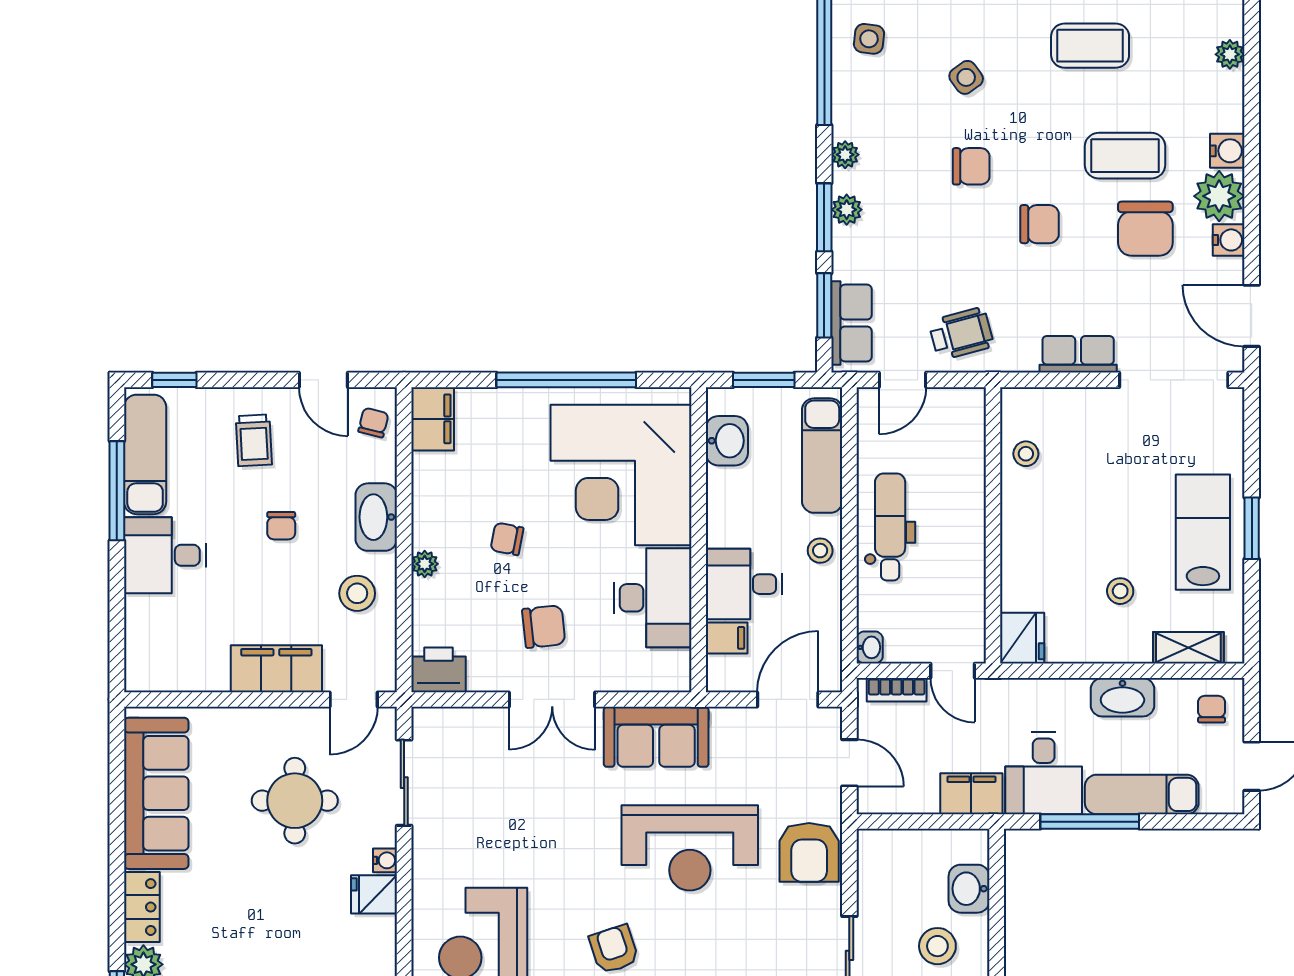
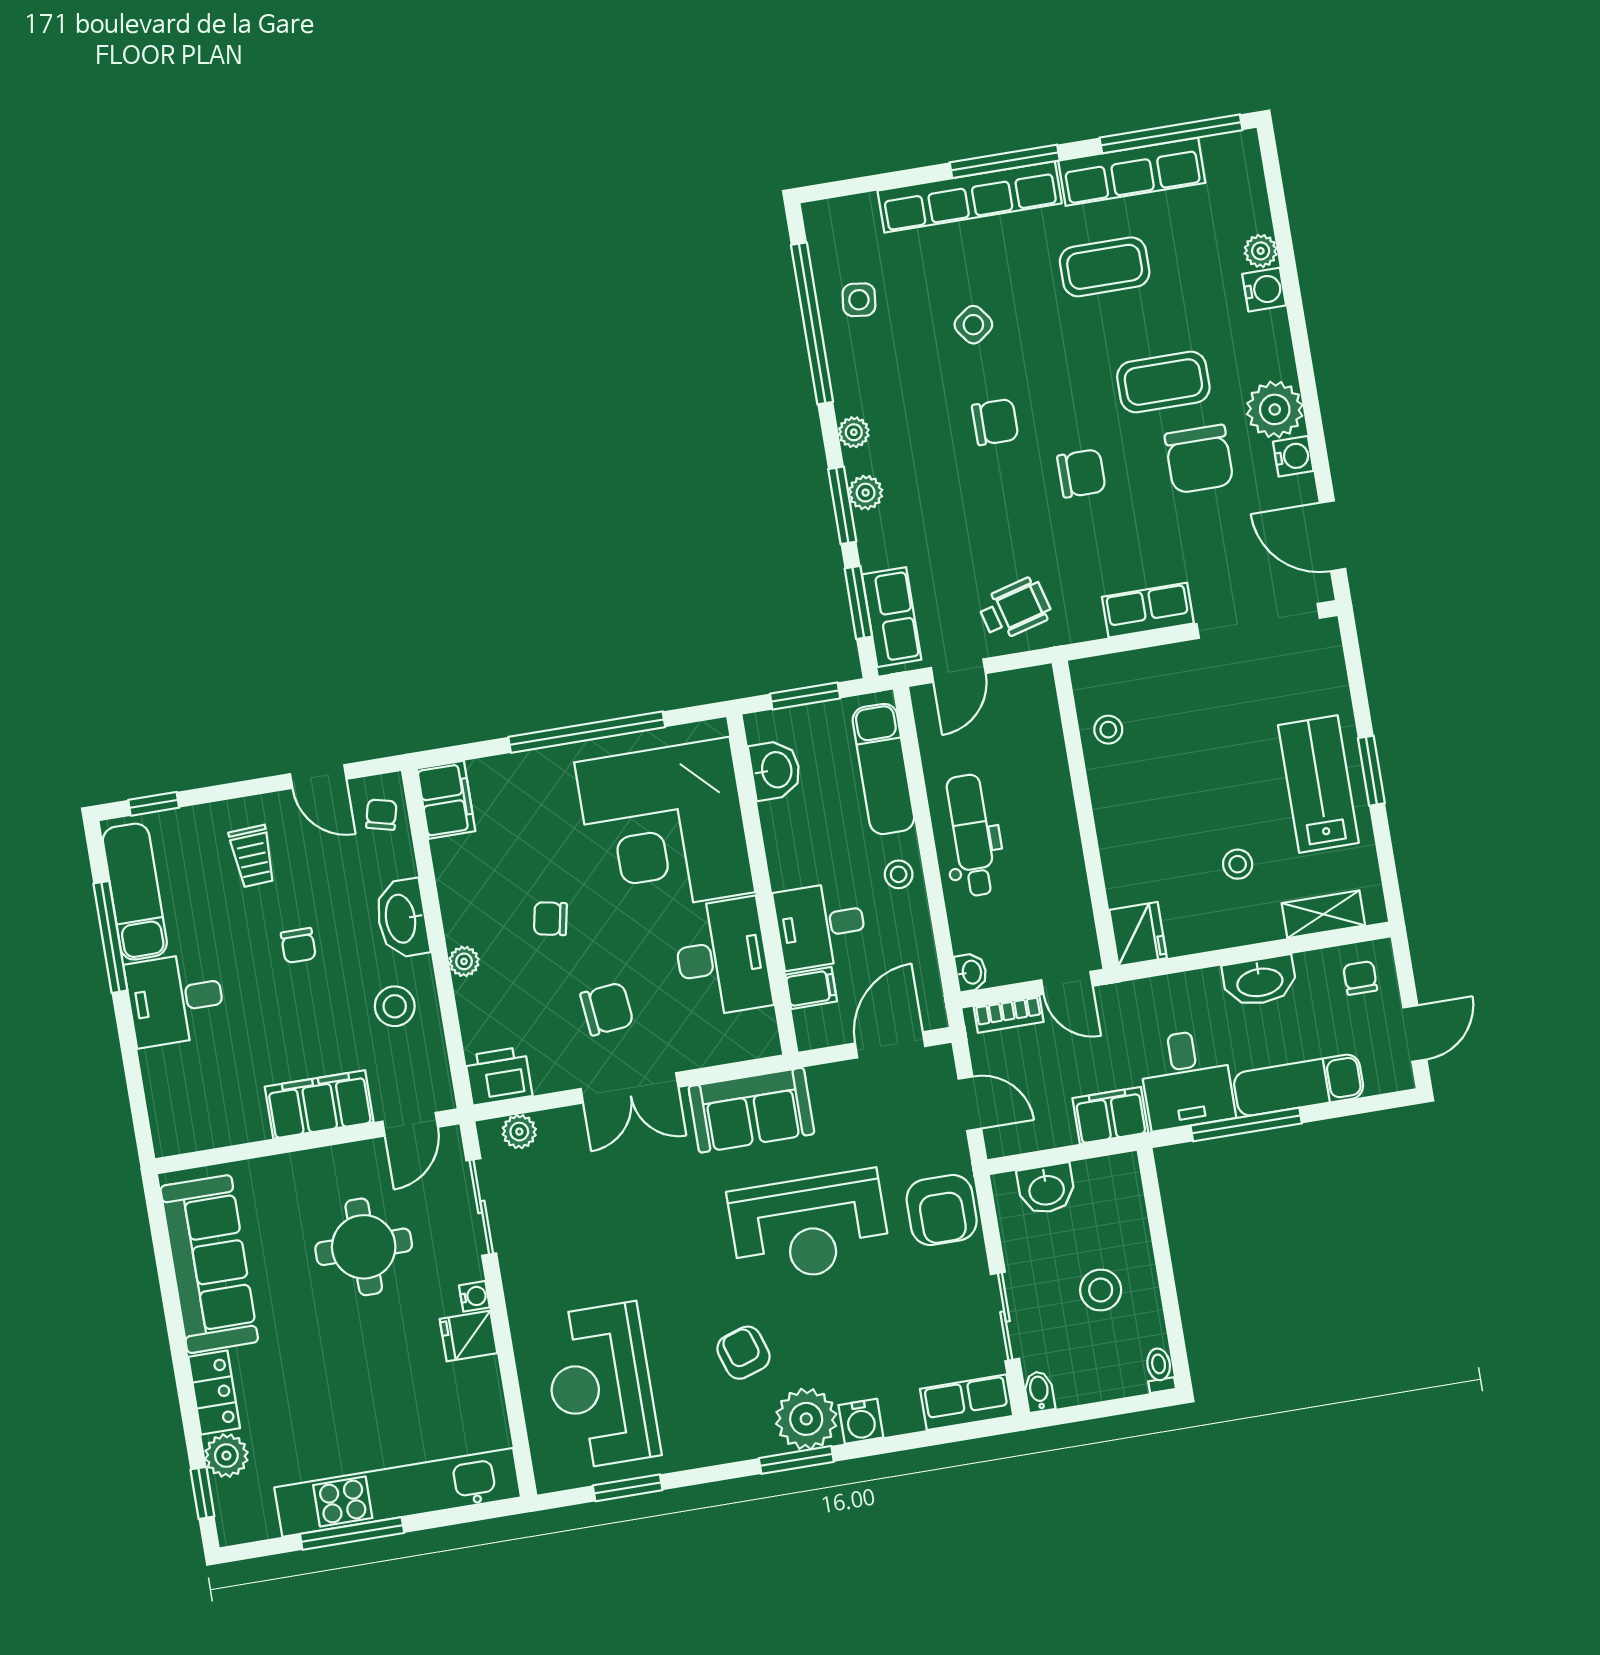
water cooler: (1227, 151) -> (1264, 290), moved
plant: (449, 722) -> (519, 1132), added
washbasin: (969, 889) -> (1046, 1189), moved, turned -90

